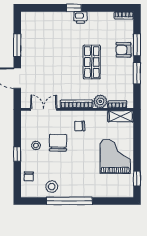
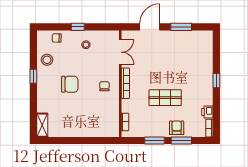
printer: (80, 17) -> (207, 112), moved
plant: (100, 101) -> (128, 106), removed
shelving: (121, 116) -> (42, 125), moved
chair: (58, 143) -> (70, 84), moved
grand piano: (115, 156) -> (76, 120), removed
window: (137, 179) -> (55, 141), removed
window: (69, 201) -> (33, 76), width x0.32

